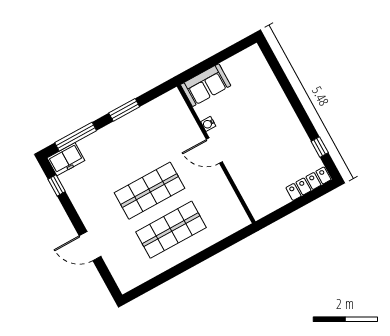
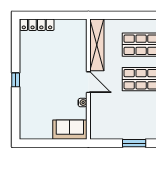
window: (320, 147) -> (16, 80), moved
shelving: (228, 198) -> (97, 45), added

